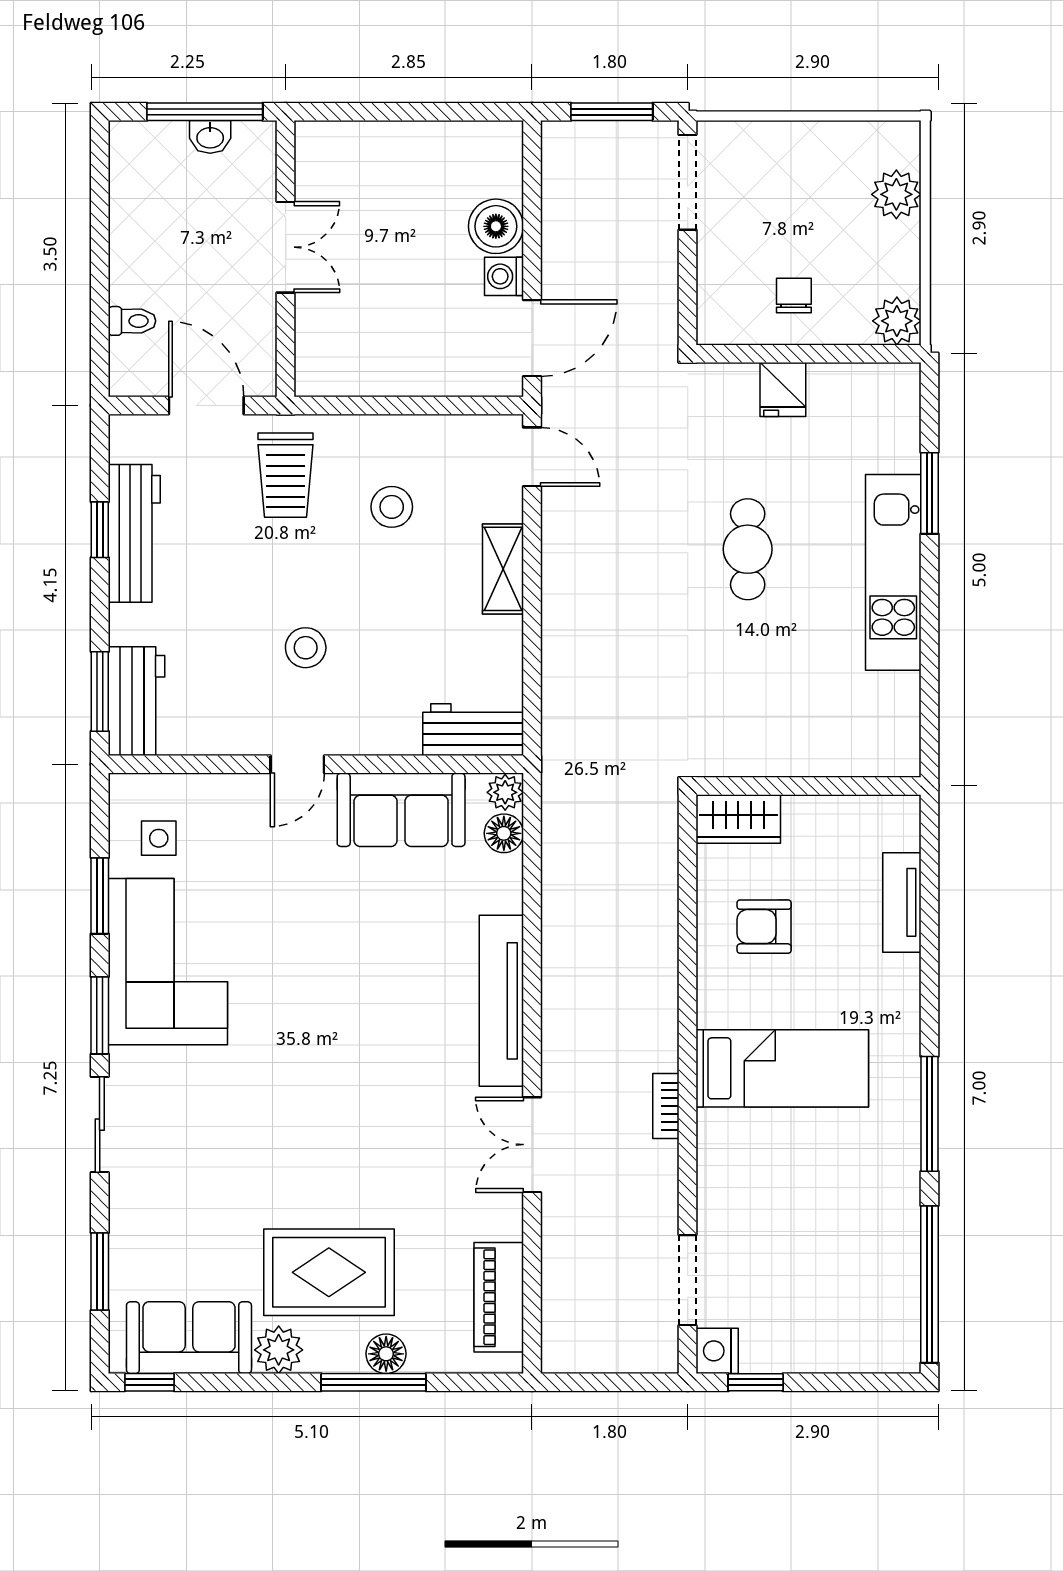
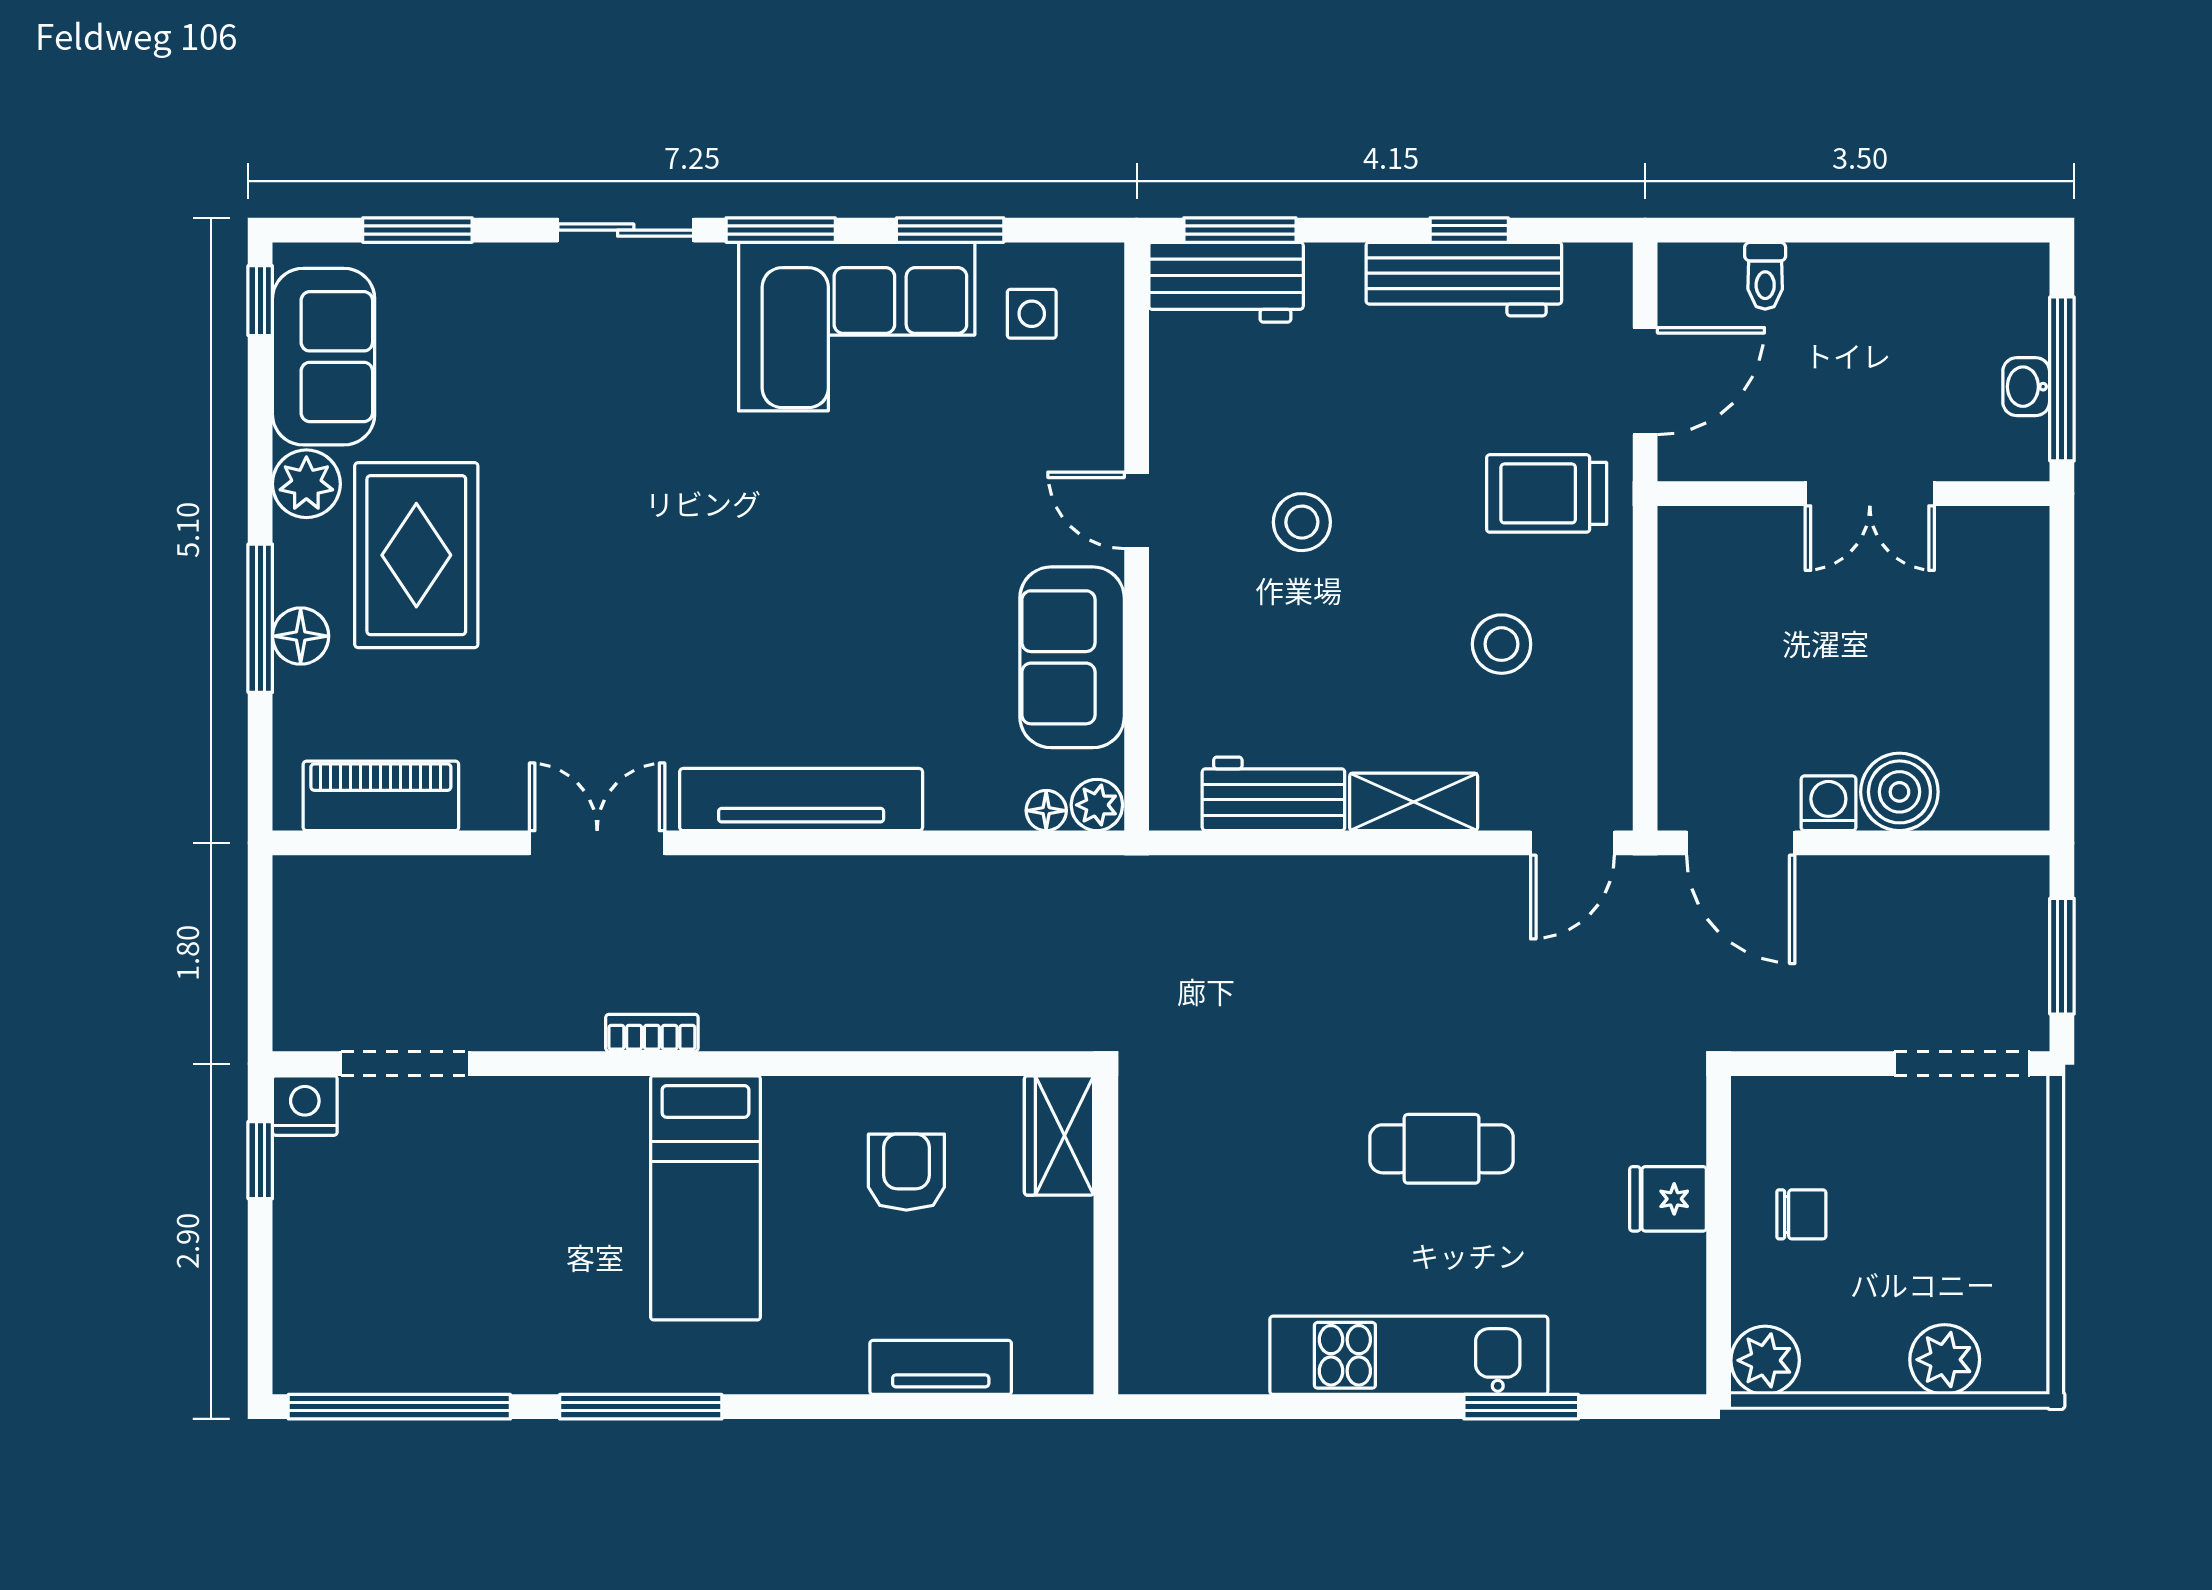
workbench: (473, 730) -> (1273, 794), moved, turned -90
floor lamp: (504, 833) -> (1046, 811), width x0.73, depth x0.73

